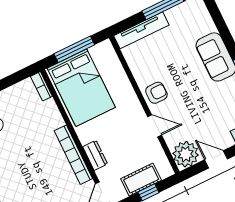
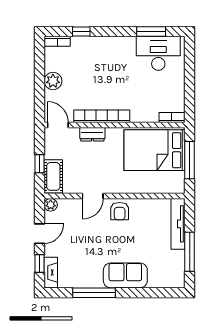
plant: (186, 154) -> (51, 205), width x0.53, depth x0.53
cot: (141, 180) -> (53, 176), moved

